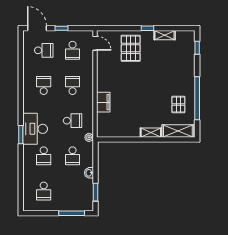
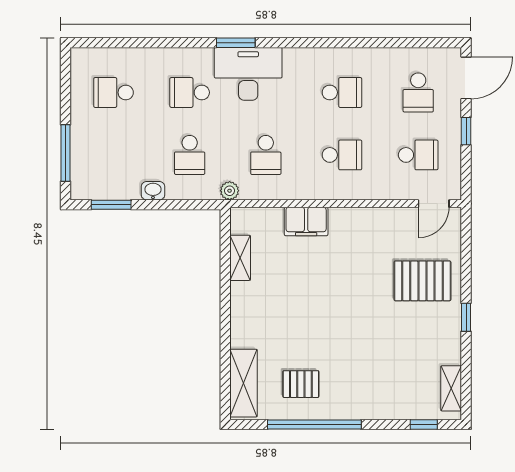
shelving: (165, 35) -> (451, 388), moved
school desk: (73, 50) -> (418, 155), turned 180
shelving: (151, 133) -> (240, 258), moved
school desk: (73, 156) -> (190, 155), turned -90

